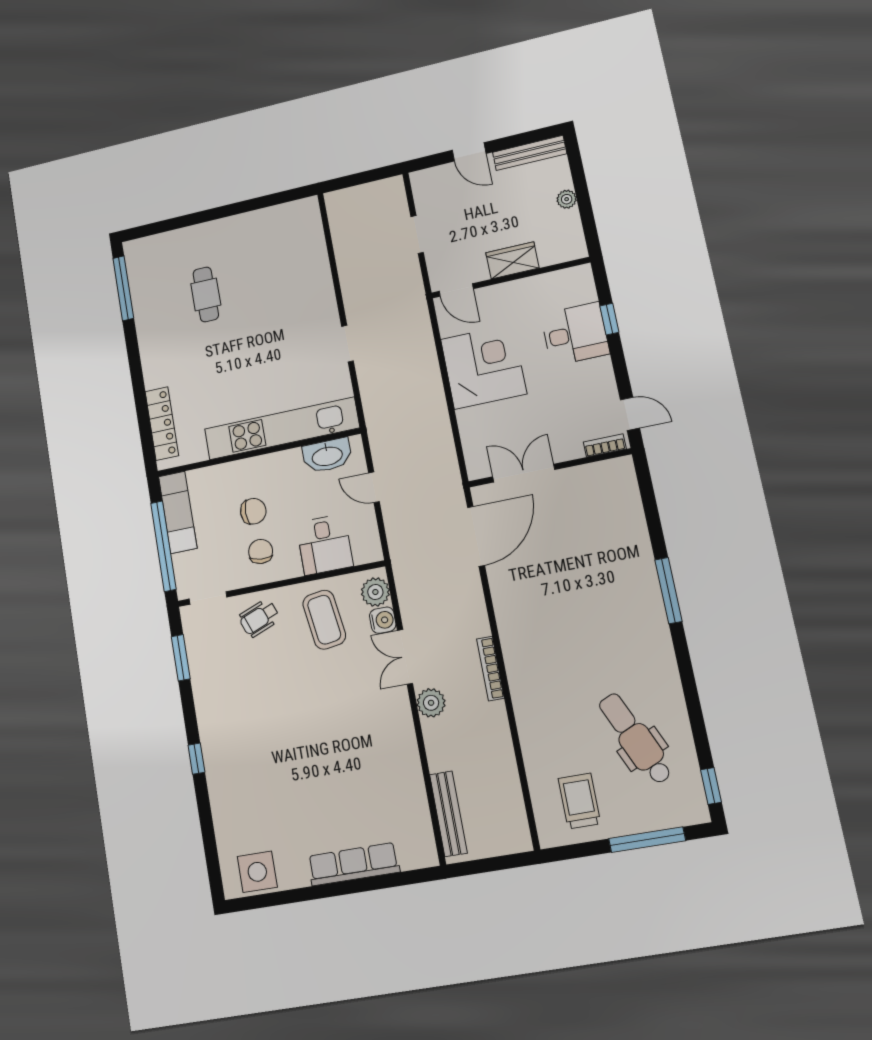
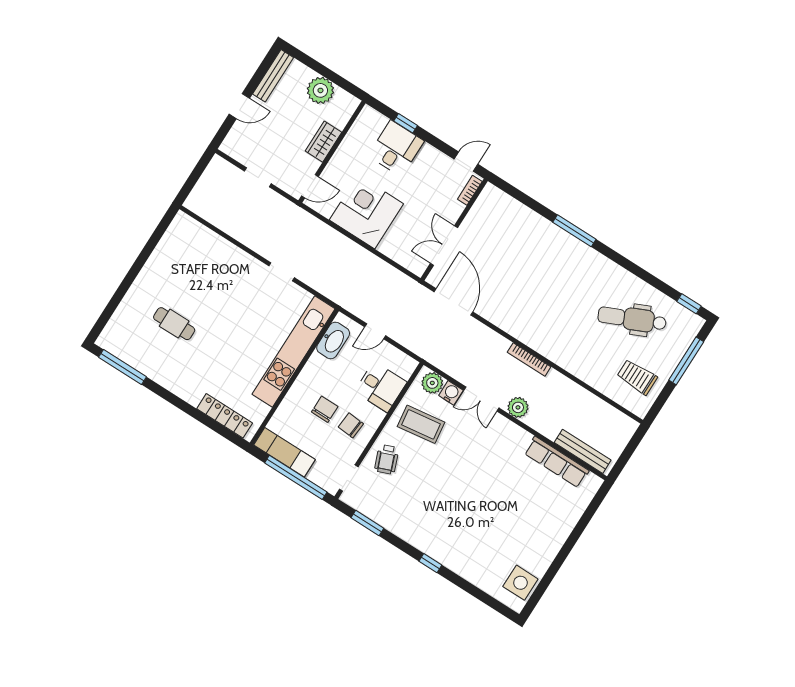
plant: (567, 199) -> (320, 90), width x1.88, depth x1.88
row of seats: (353, 864) -> (557, 462), moved, turned -90

